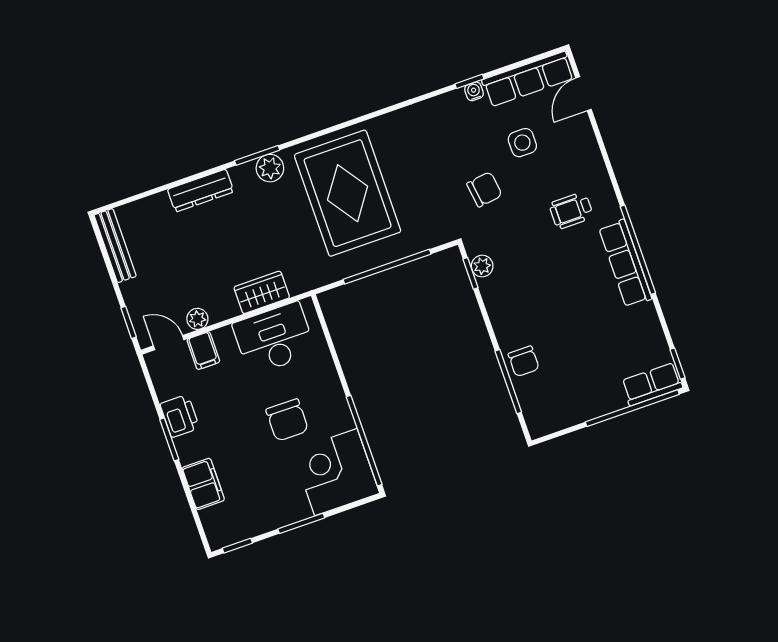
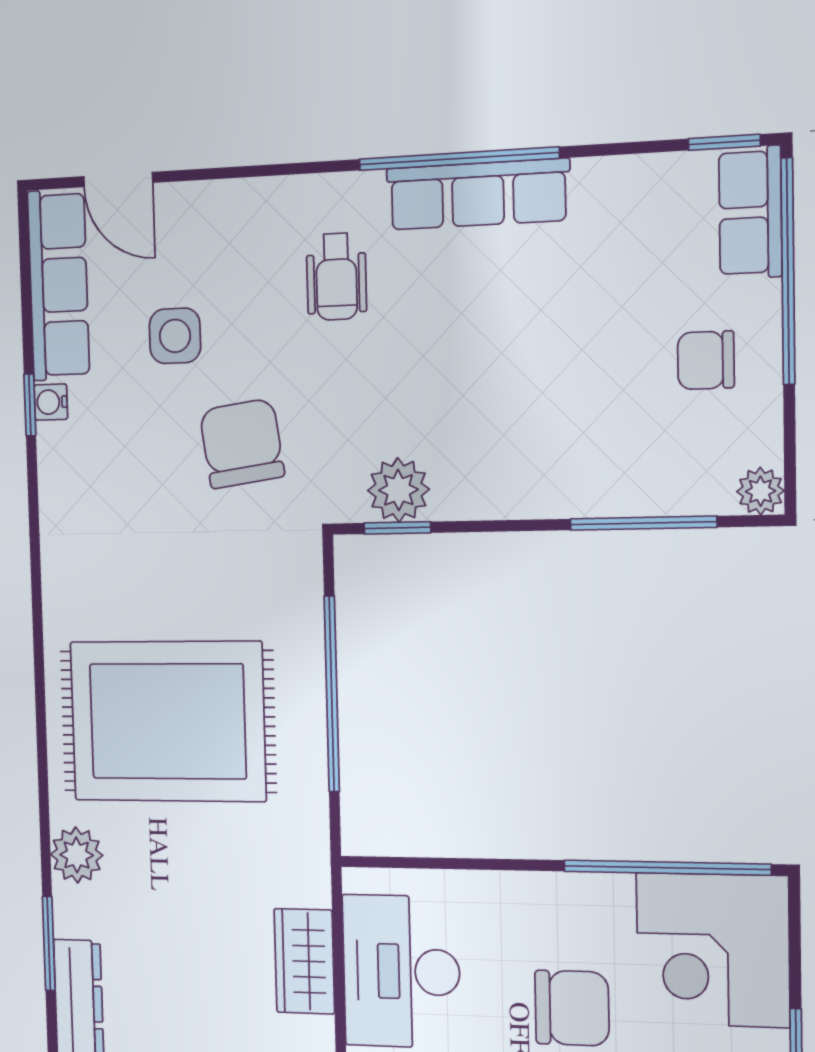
window: (257, 155) -> (49, 944), moved
chair: (484, 189) -> (242, 443), width x1.37, depth x1.37
plant: (482, 266) -> (398, 490), width x1.38, depth x1.38
chair: (524, 361) -> (706, 360), moved, turned 180
plant: (538, 427) -> (760, 491), added

